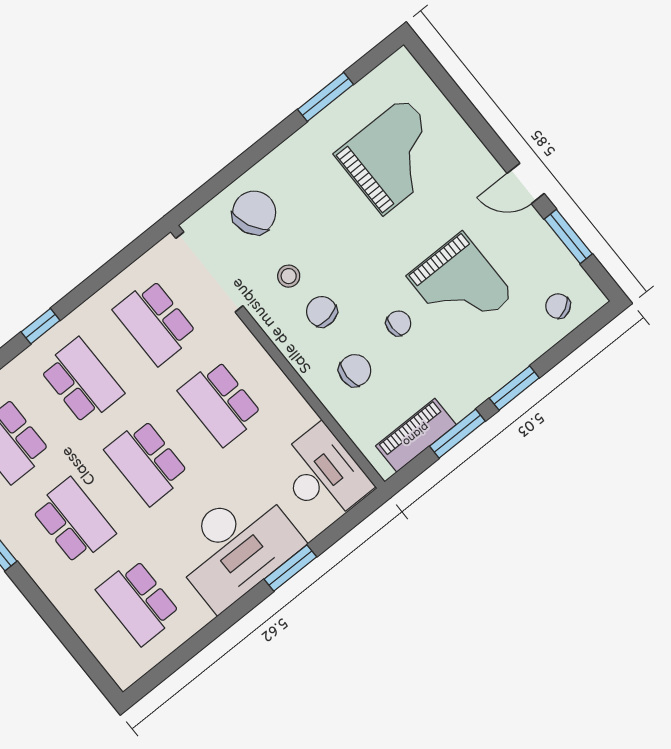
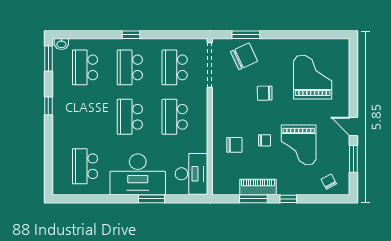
window: (326, 97) -> (246, 35), moved
grand piano: (394, 156) -> (313, 77), turned -90
stool: (289, 276) -> (238, 90), removed
chair: (322, 312) -> (265, 93), moved, turned -82
school desk: (82, 381) -> (130, 67), turned 180
window: (514, 388) -> (288, 199), width x0.67
piano: (416, 435) -> (258, 187), moved
school desk: (73, 521) -> (85, 117), removed

